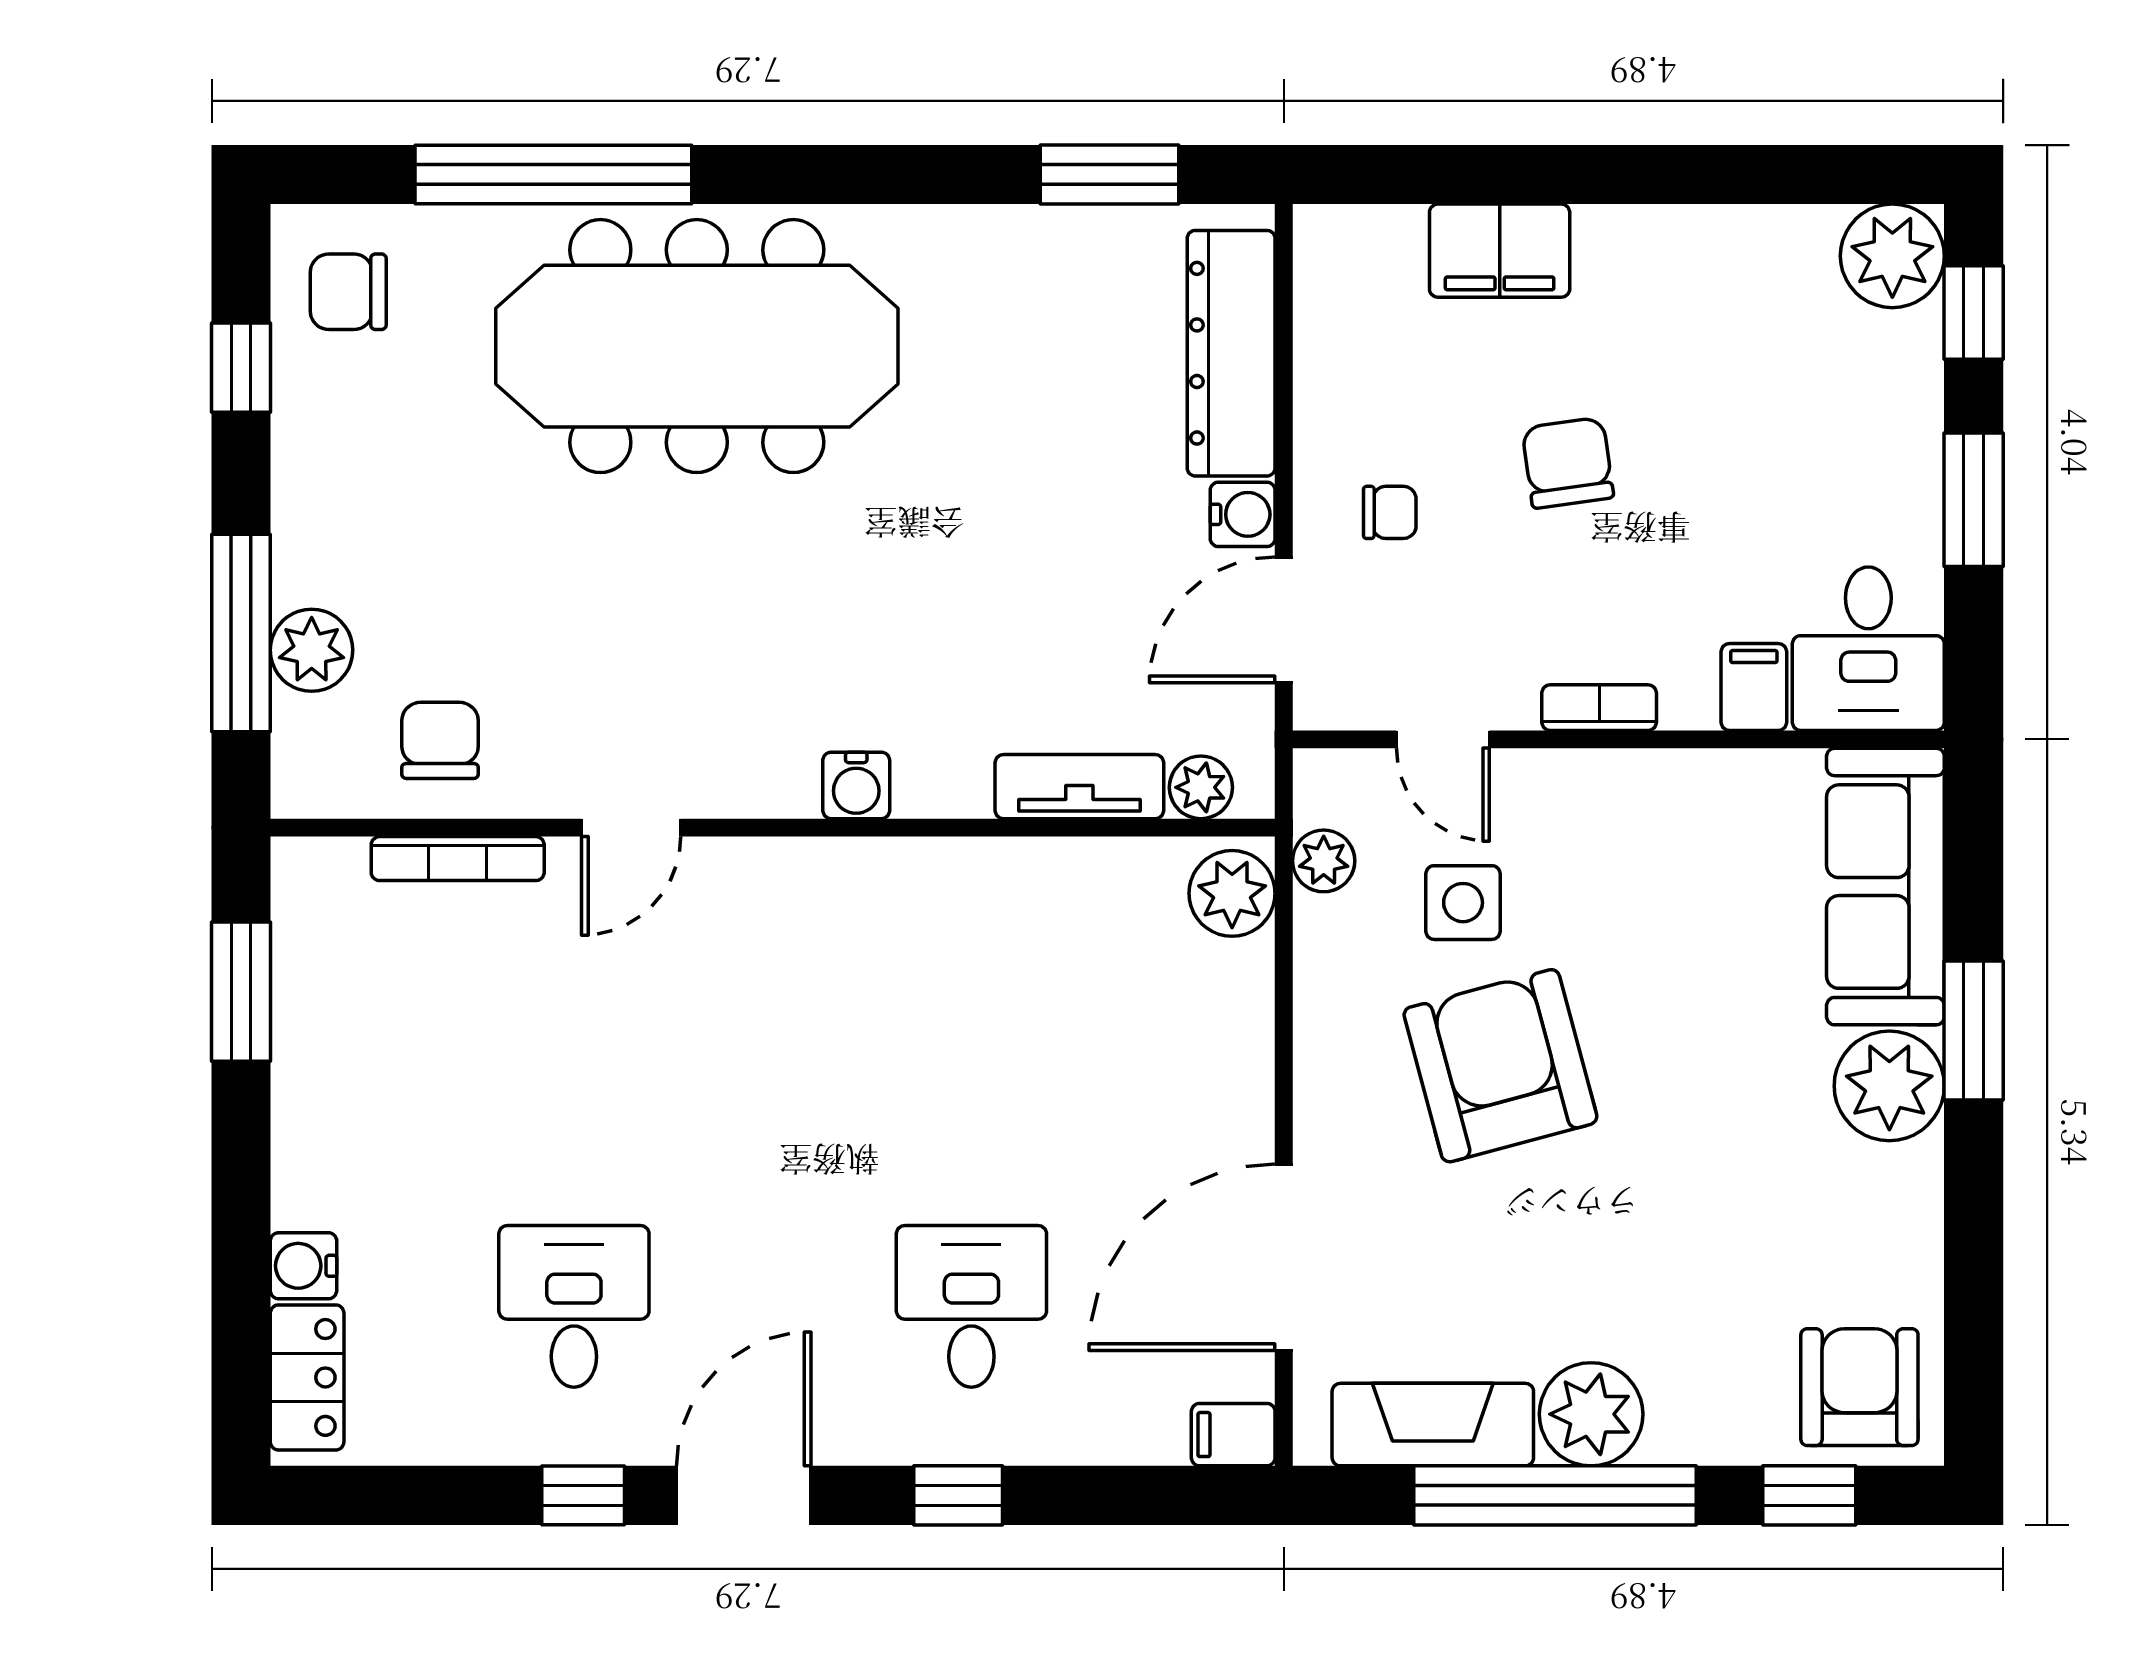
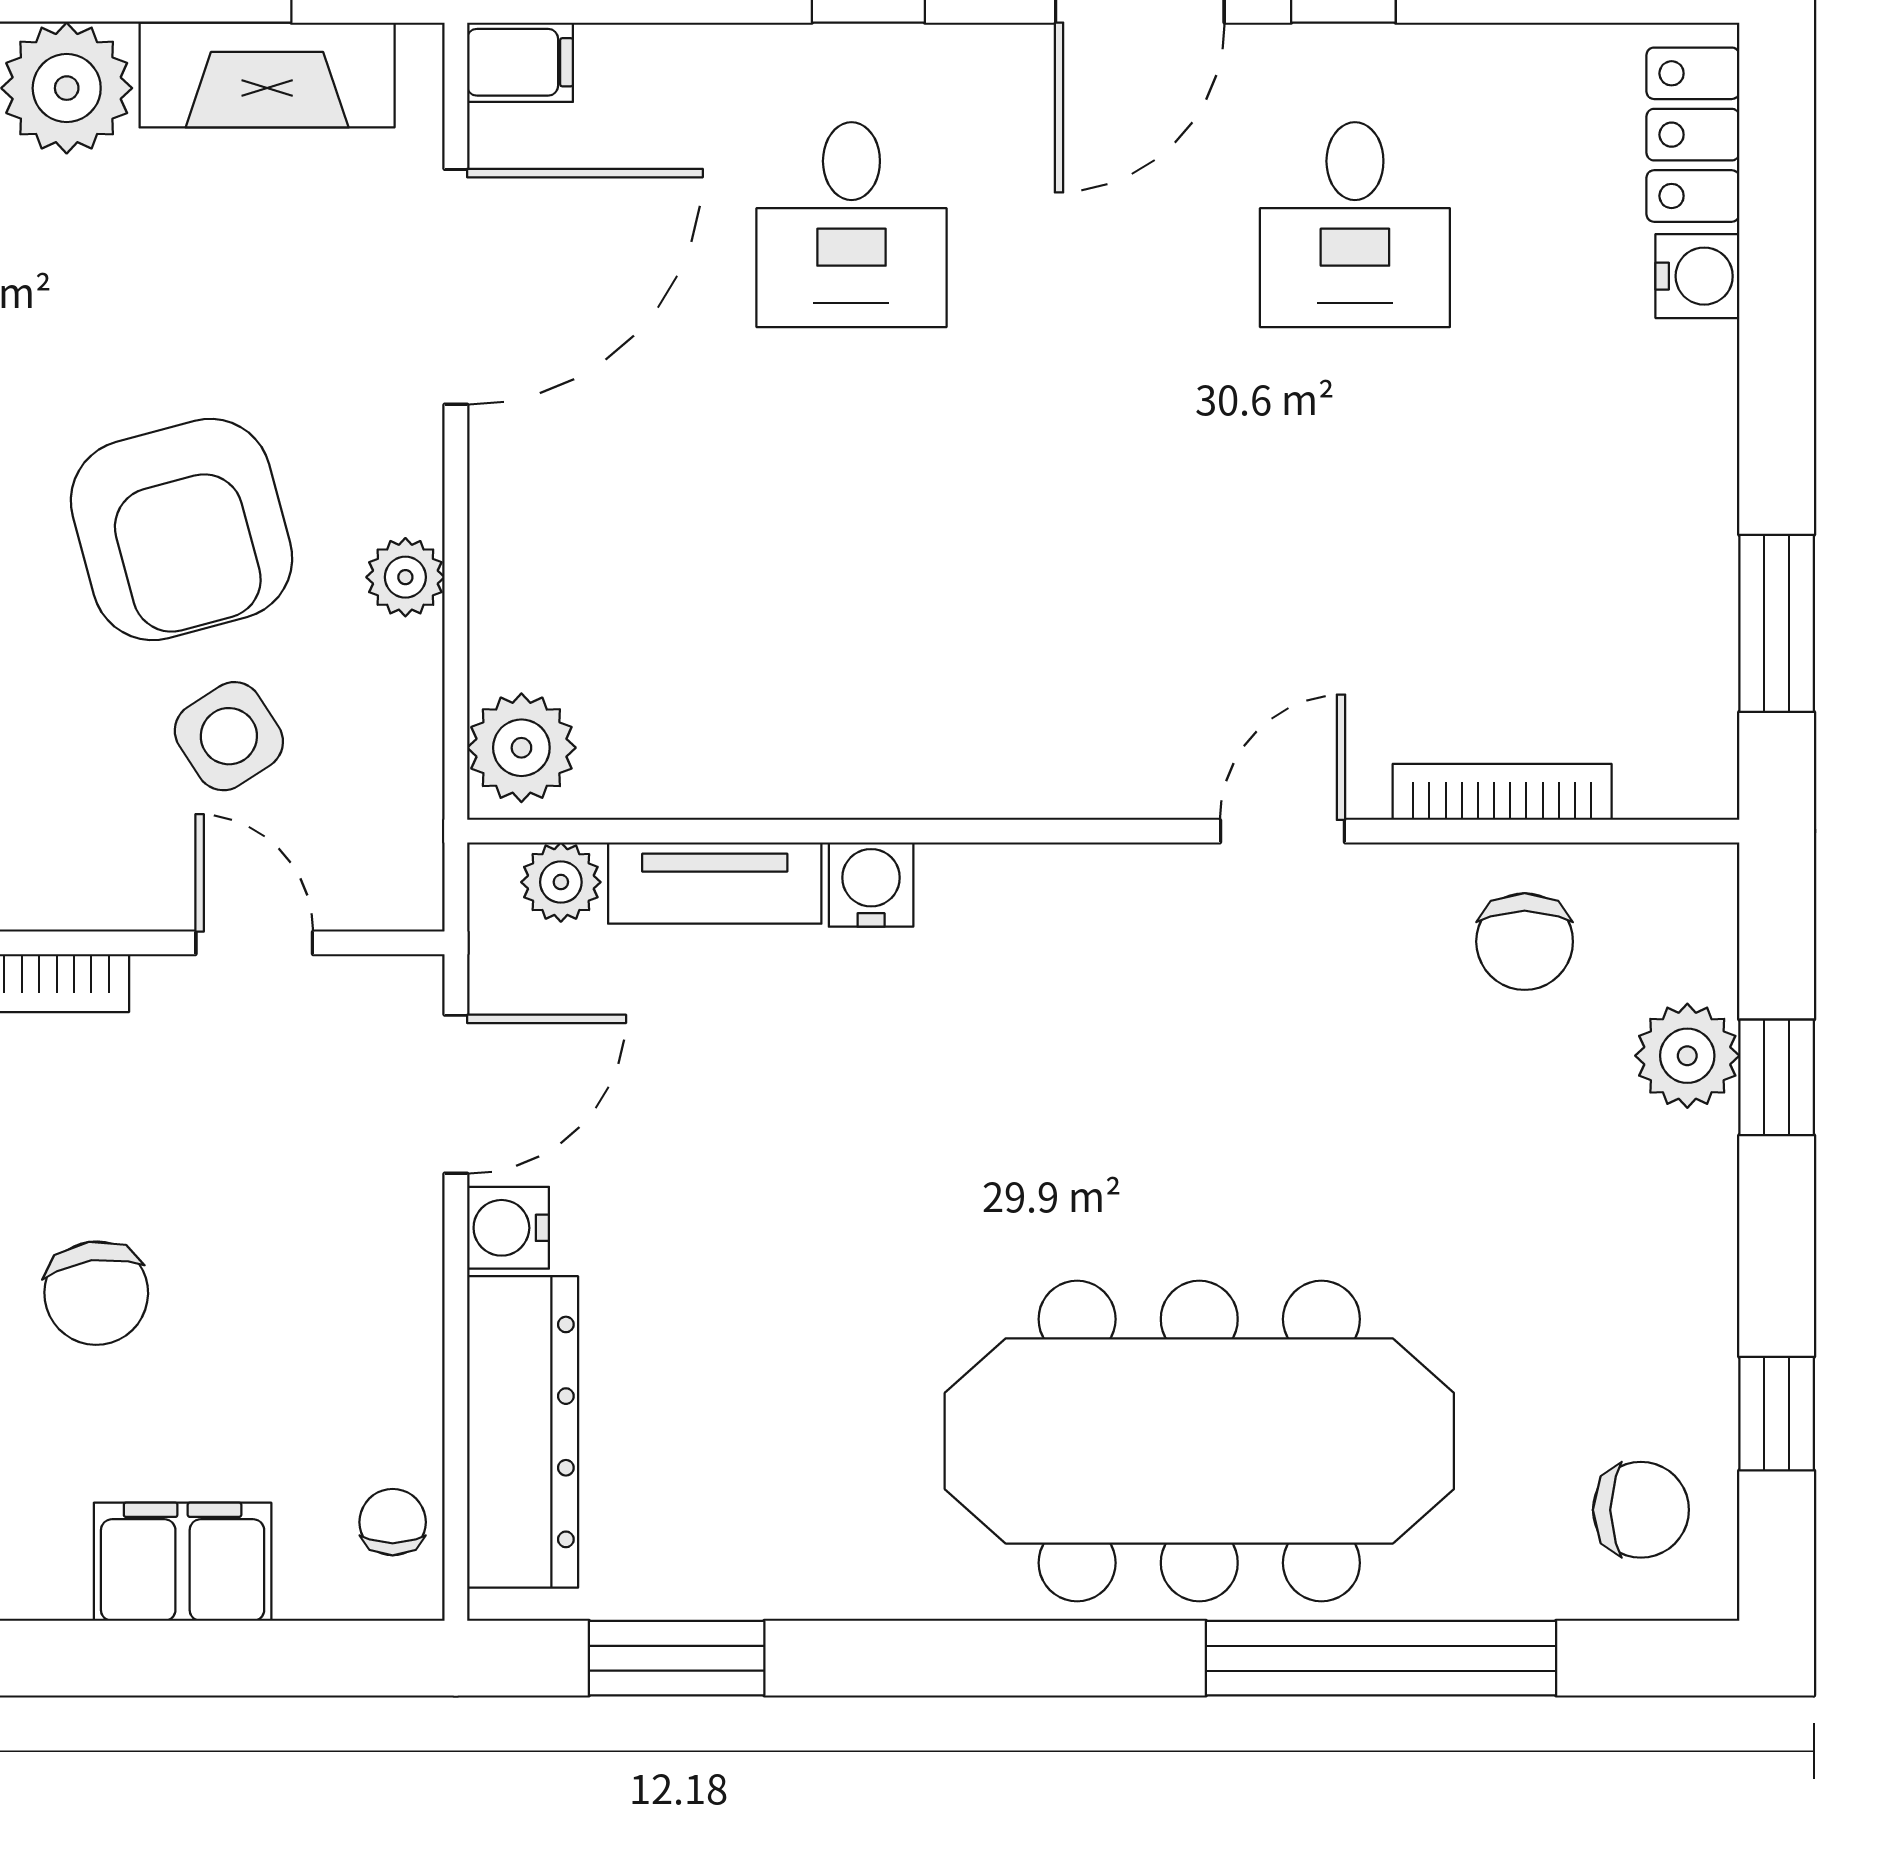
chair: (1390, 512) -> (393, 1522), moved, turned 90
window: (241, 633) -> (1777, 1077), width x0.46
water cooler: (856, 785) -> (871, 884), moved
plant: (1324, 861) -> (405, 577), moved
side table: (1463, 903) -> (229, 736), turned -33

